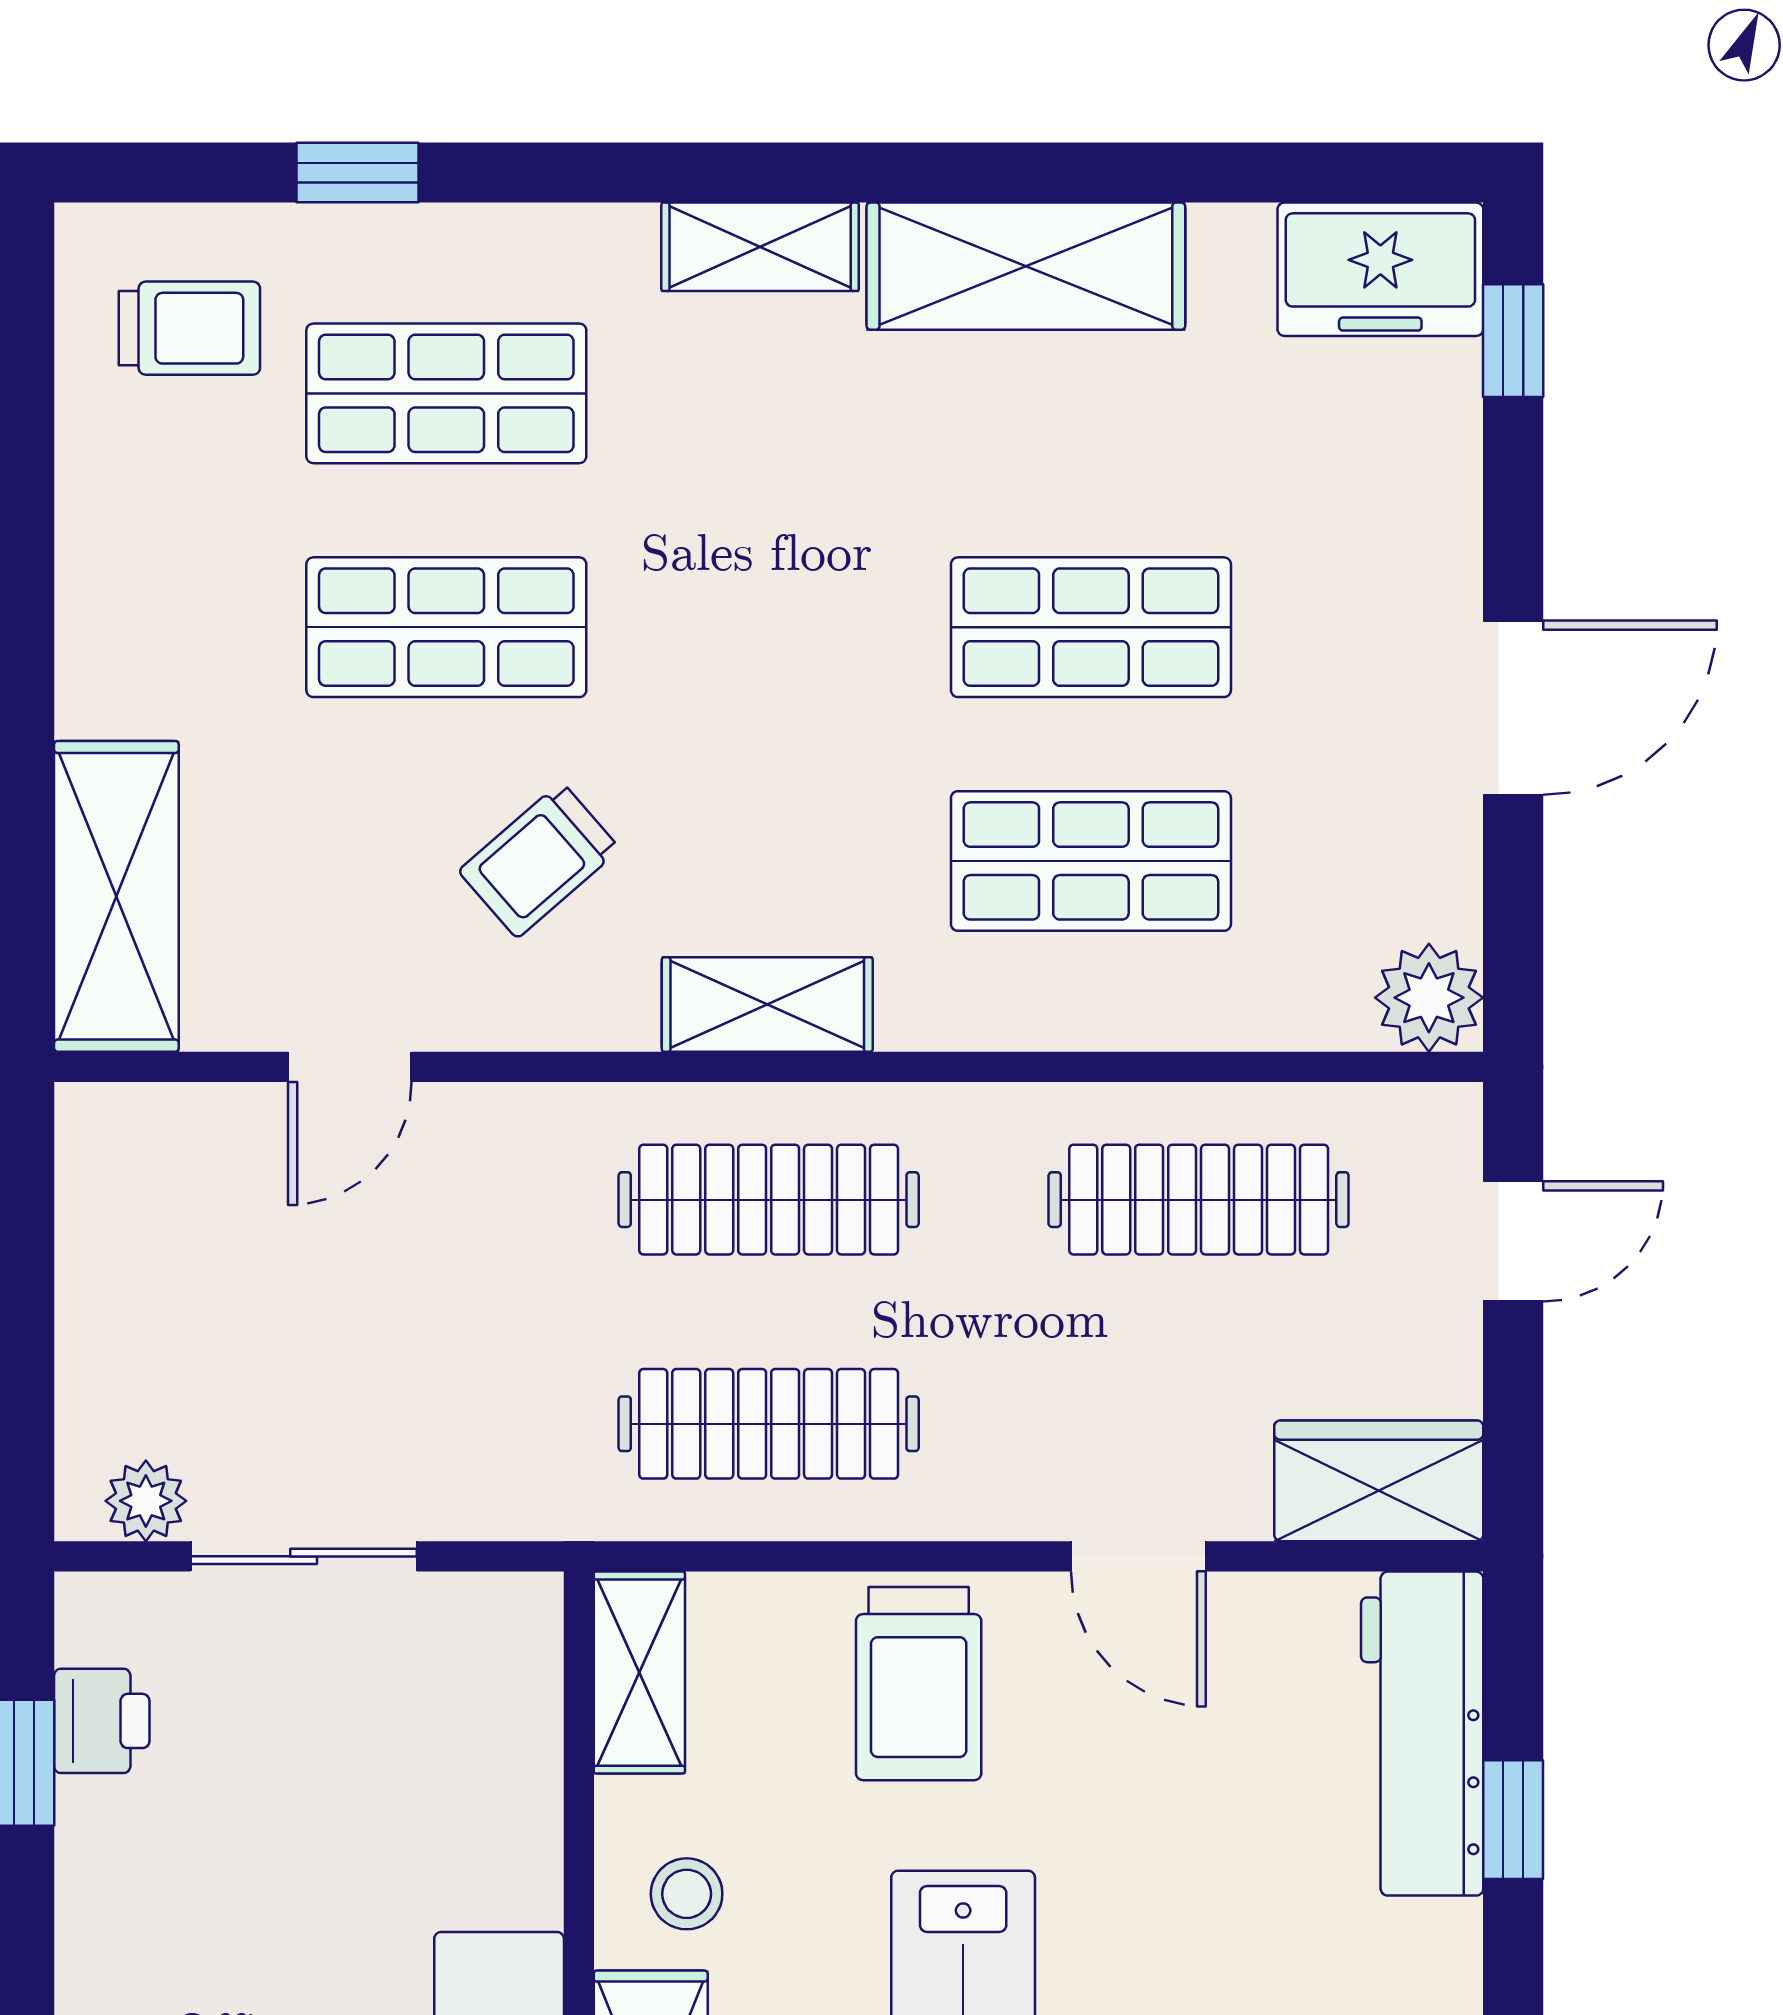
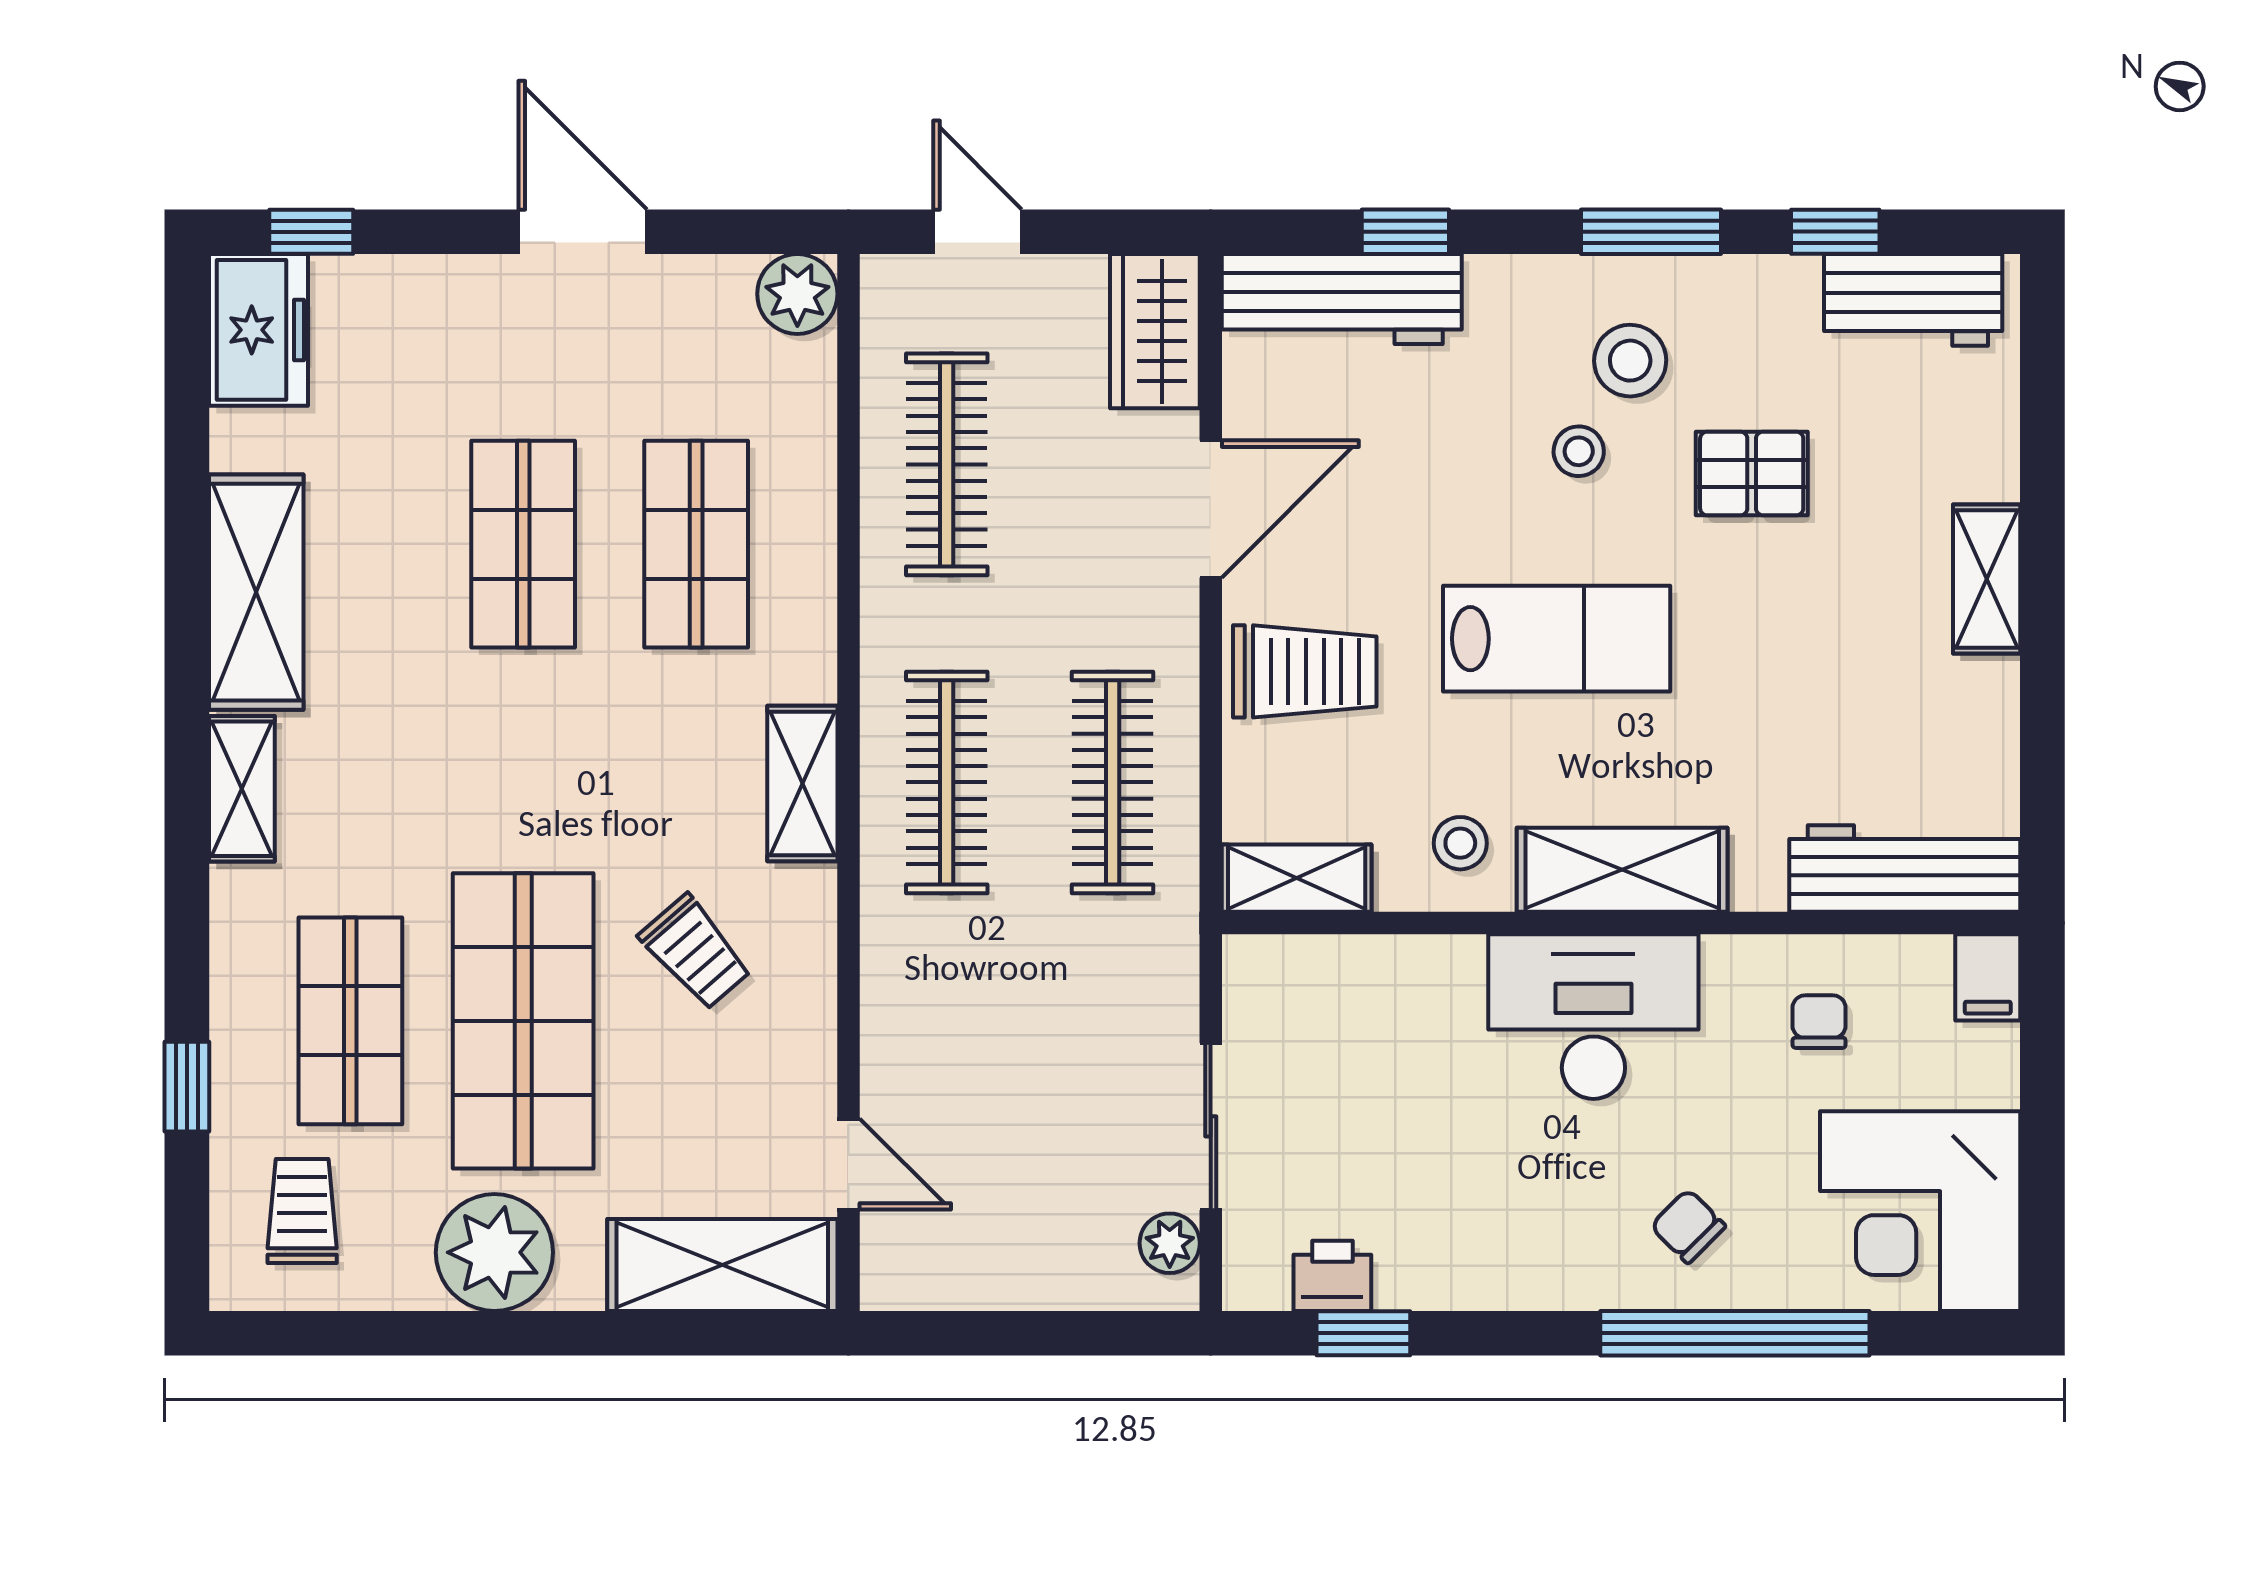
plant: (133, 588) -> (494, 1252), added
shop shelf: (446, 627) -> (523, 1021), width x1.43, depth x1.36
door: (350, 1067) -> (848, 1164), moved
door: (1138, 1556) -> (1211, 509), width x1.38

